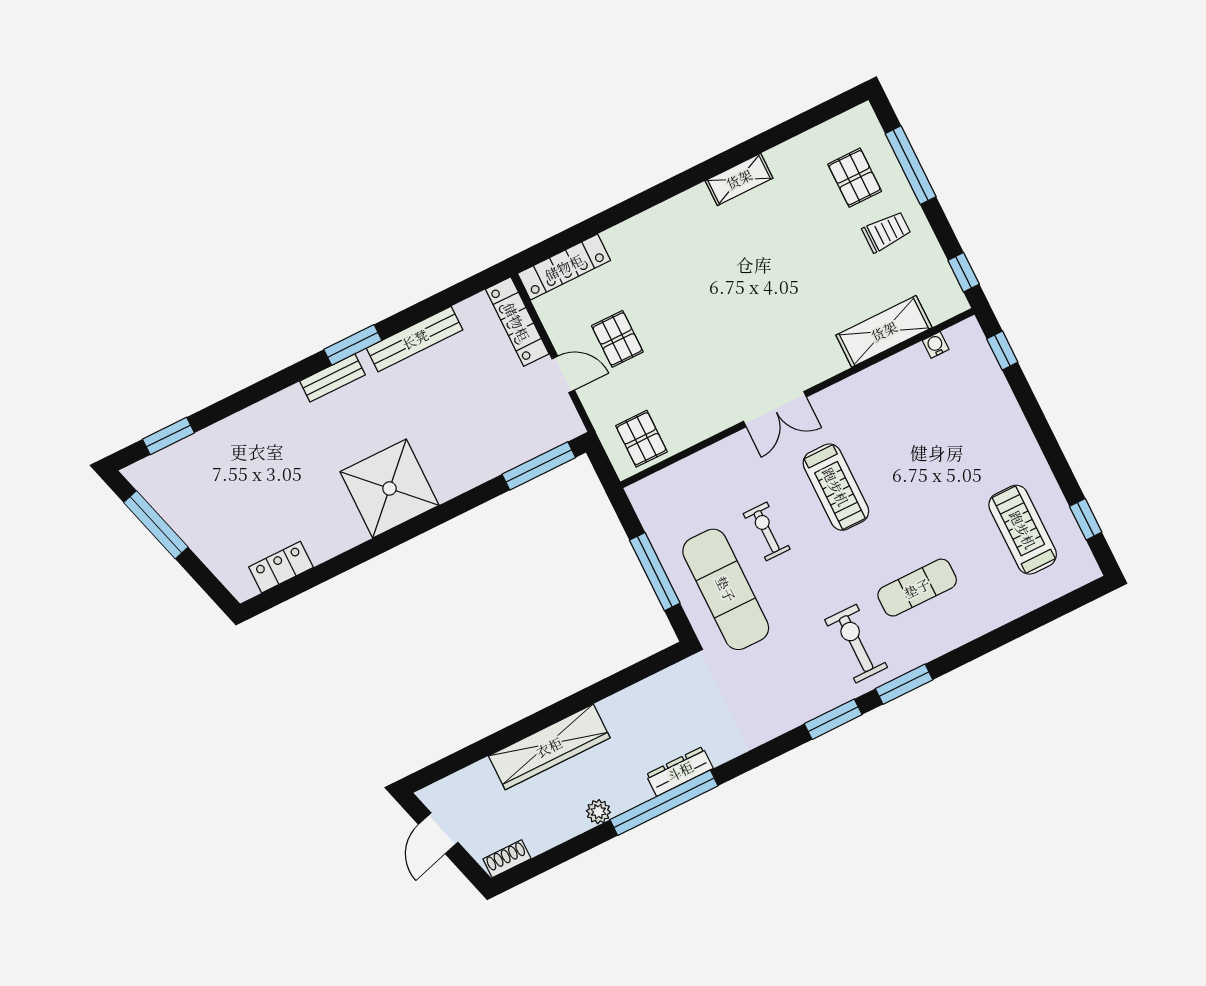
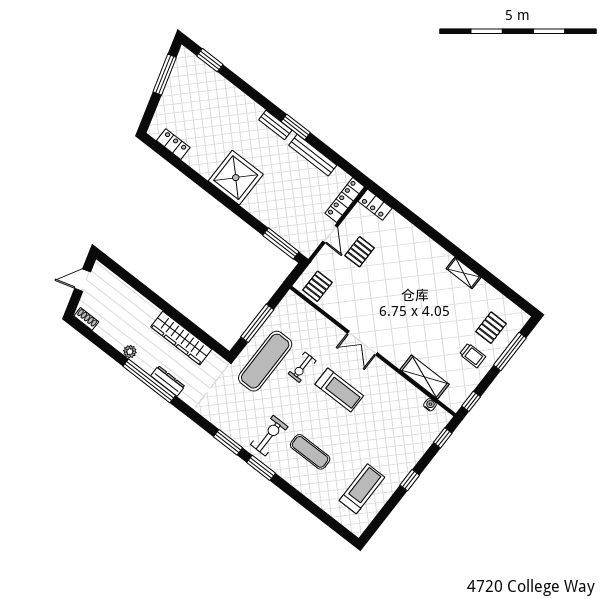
locker: (564, 267) -> (375, 205), width x0.66
treadmill: (836, 487) -> (339, 390), turned -90
window: (1086, 519) -> (410, 480), moved
exercise bike: (767, 531) -> (302, 367), turned 180
wardrobe: (549, 747) -> (181, 338), moved

